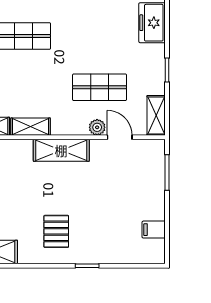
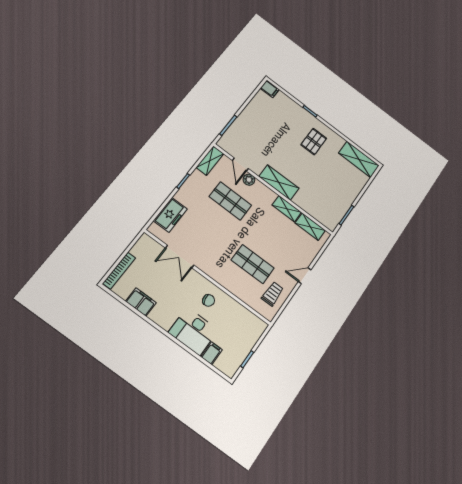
filing cabinet: (154, 230) -> (270, 89), moved

